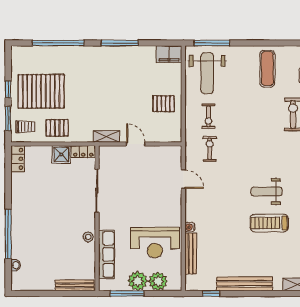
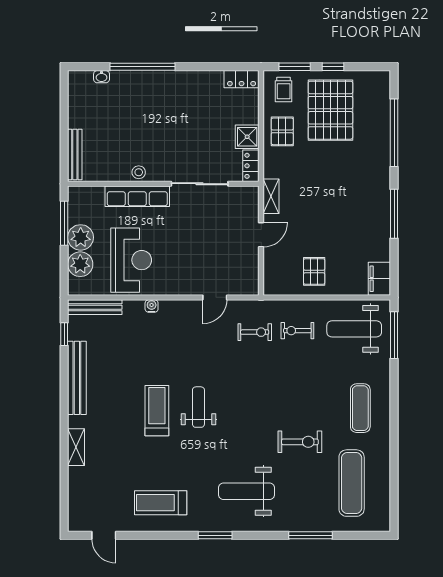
exercise mat: (267, 69) -> (360, 408), turned 90
reception desk: (155, 243) -> (131, 260), turned 180
row of seats: (106, 254) -> (137, 196), moved
bench: (191, 254) -> (95, 307), moved

